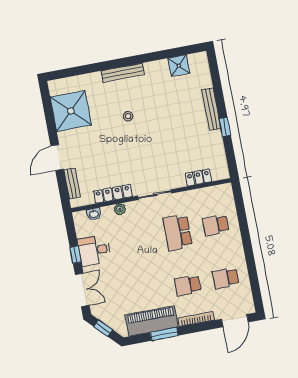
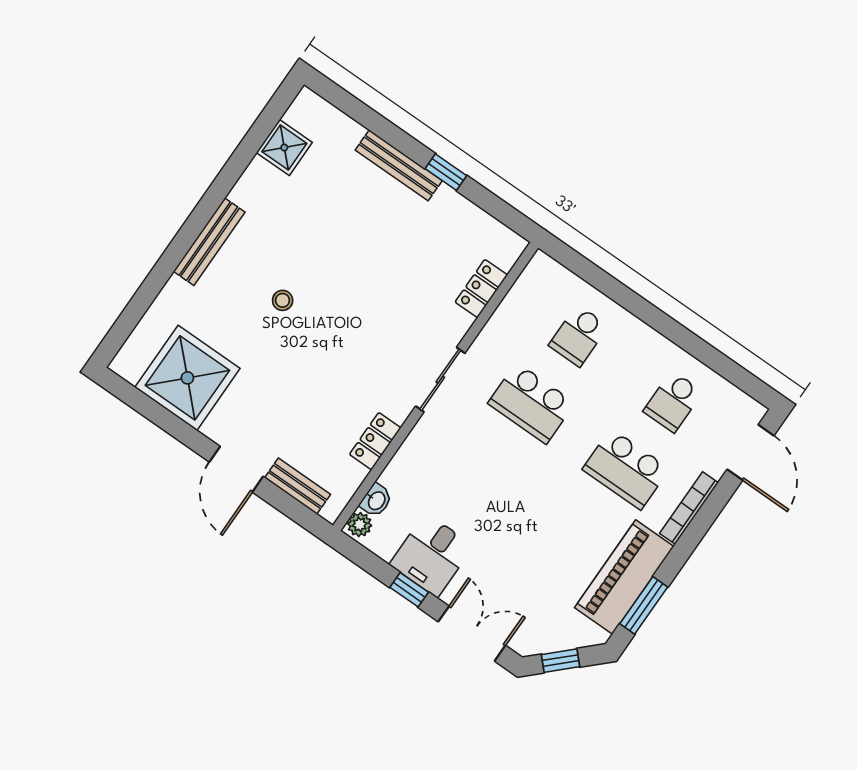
locker: (113, 194) -> (375, 441), width x0.66
plant: (120, 209) -> (360, 525), moved
school desk: (188, 285) -> (626, 469), width x1.85
window: (164, 334) -> (644, 605), moved

